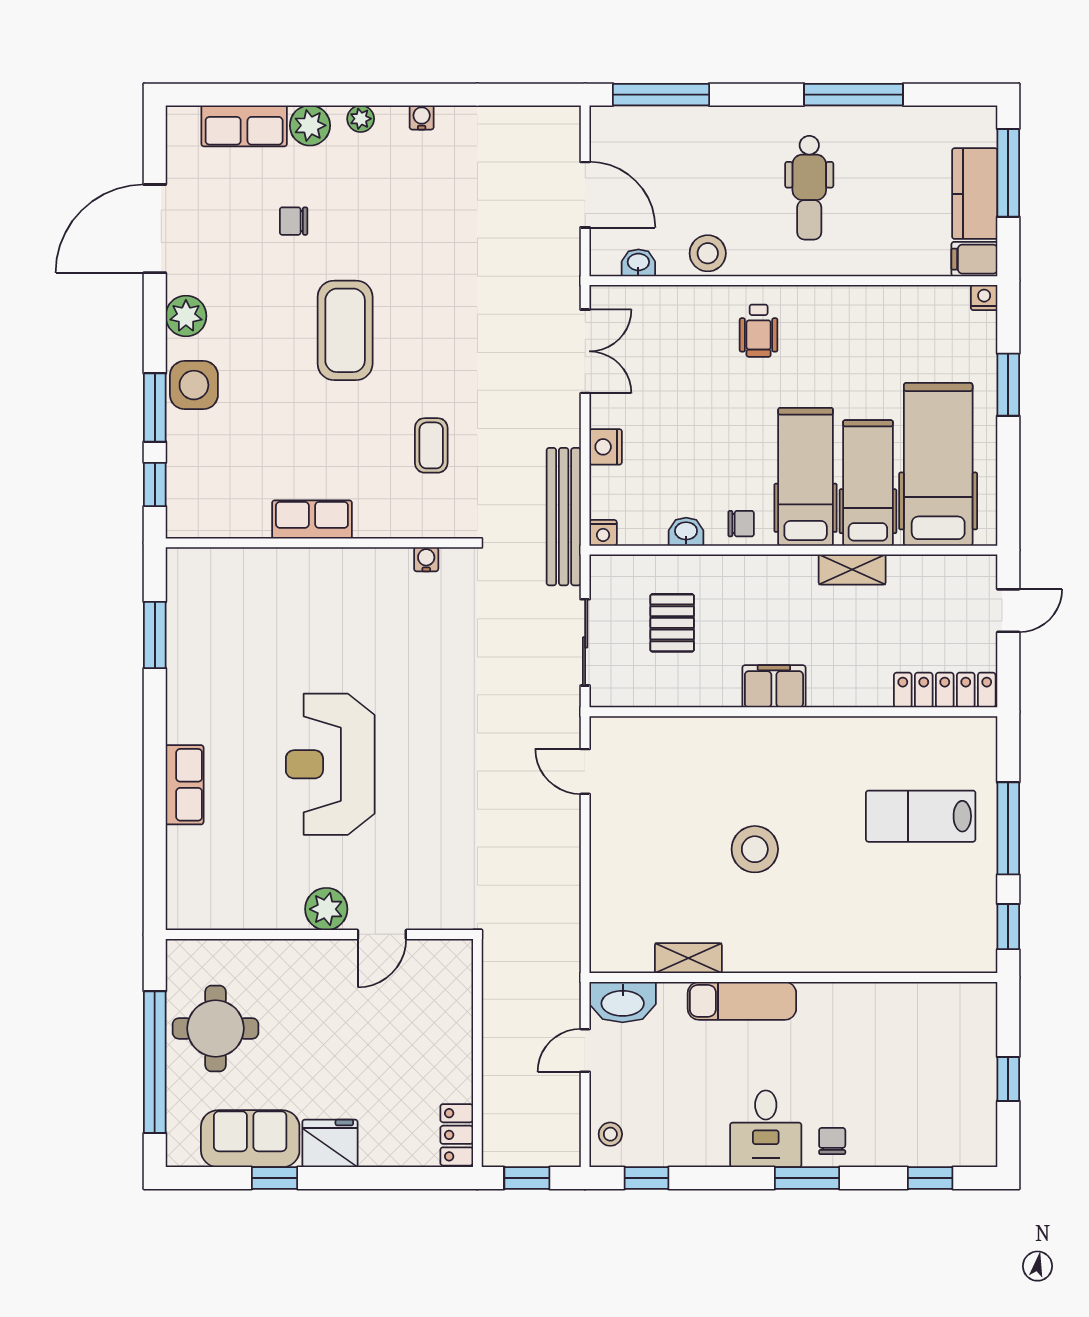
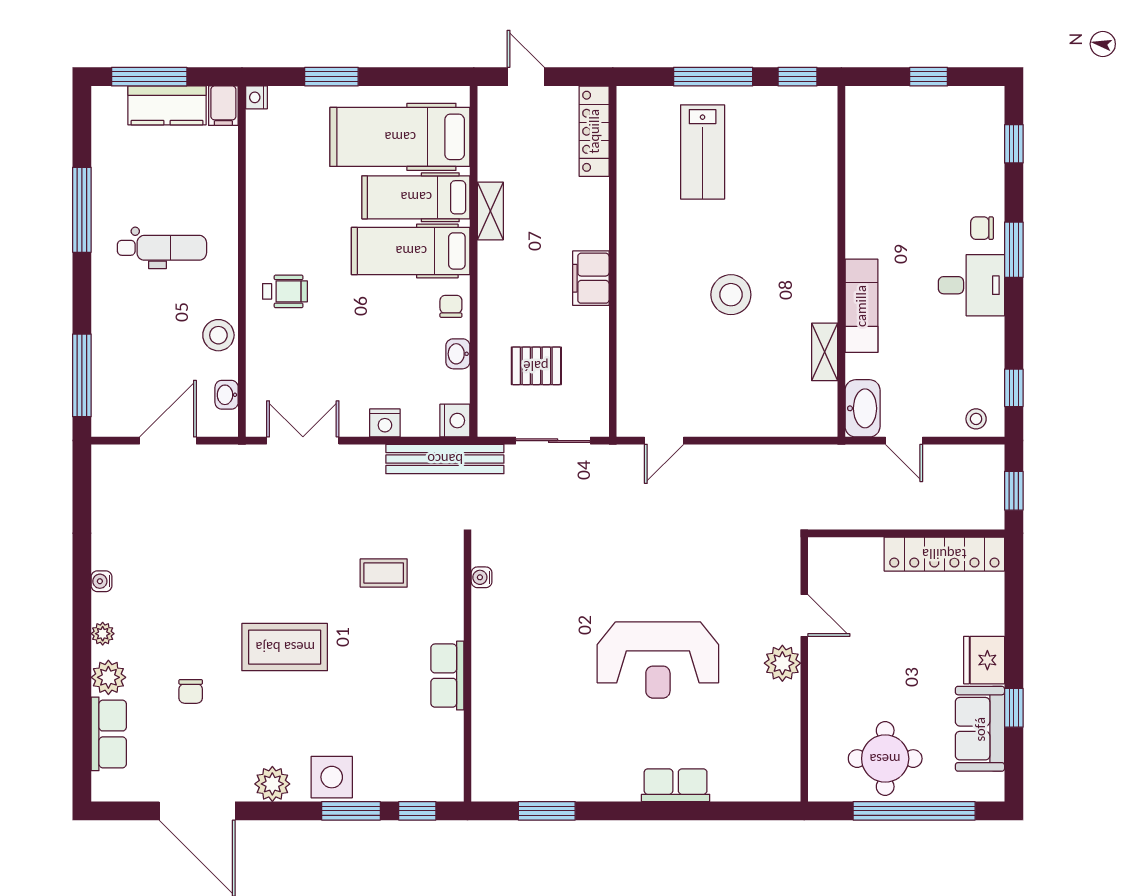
nightstand: (603, 533) -> (455, 421), width x1.39, depth x1.35
locker: (457, 1135) -> (944, 554), width x2.16, depth x1.21

